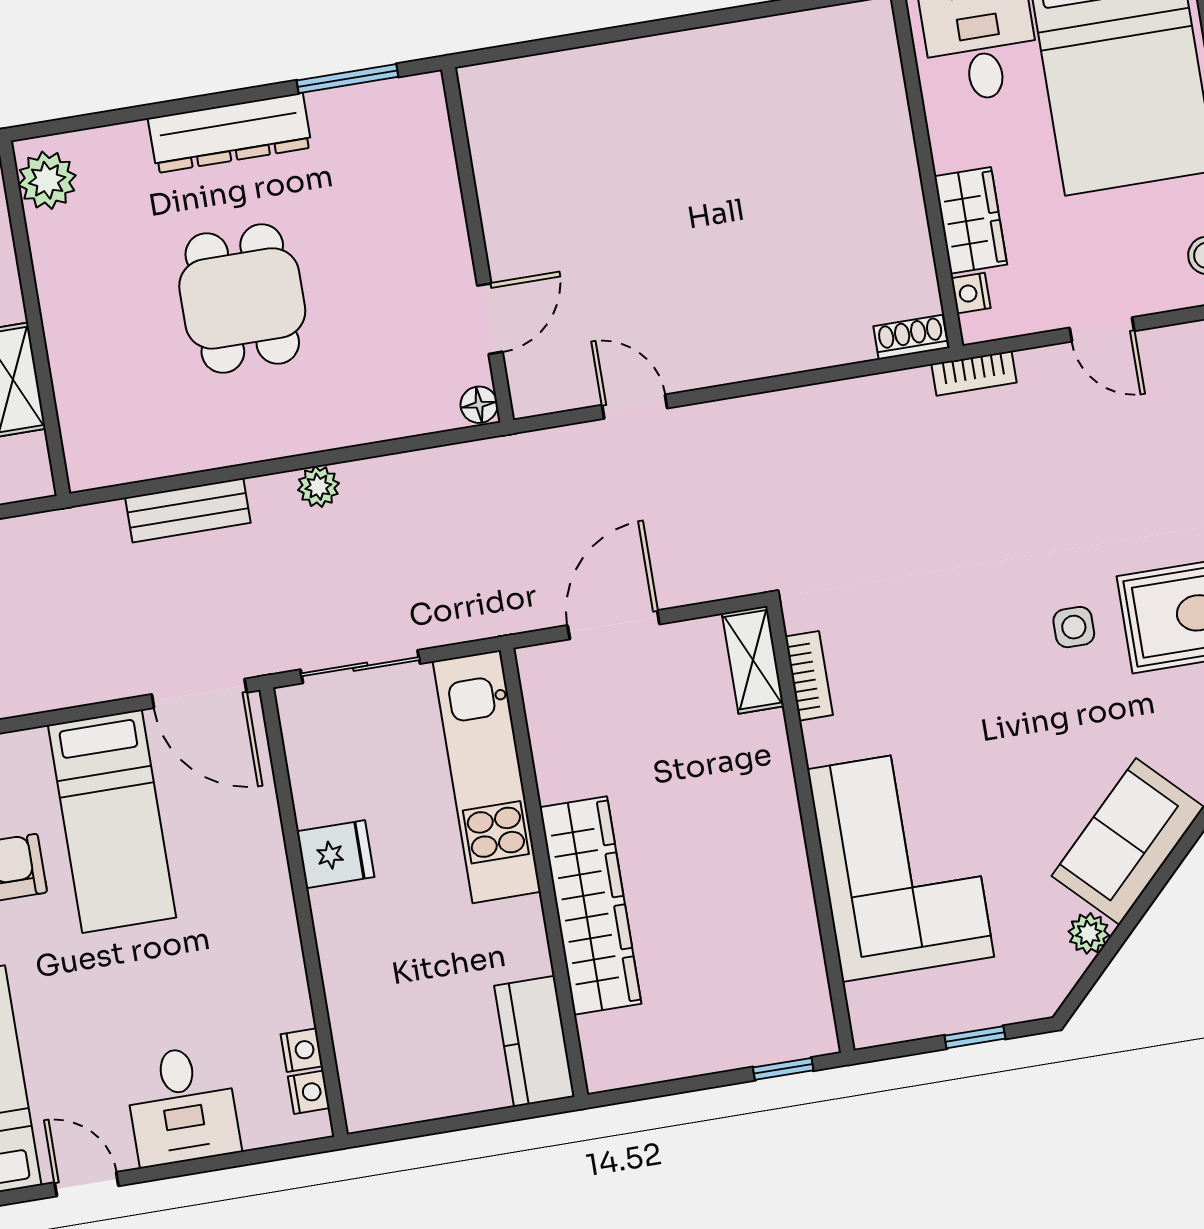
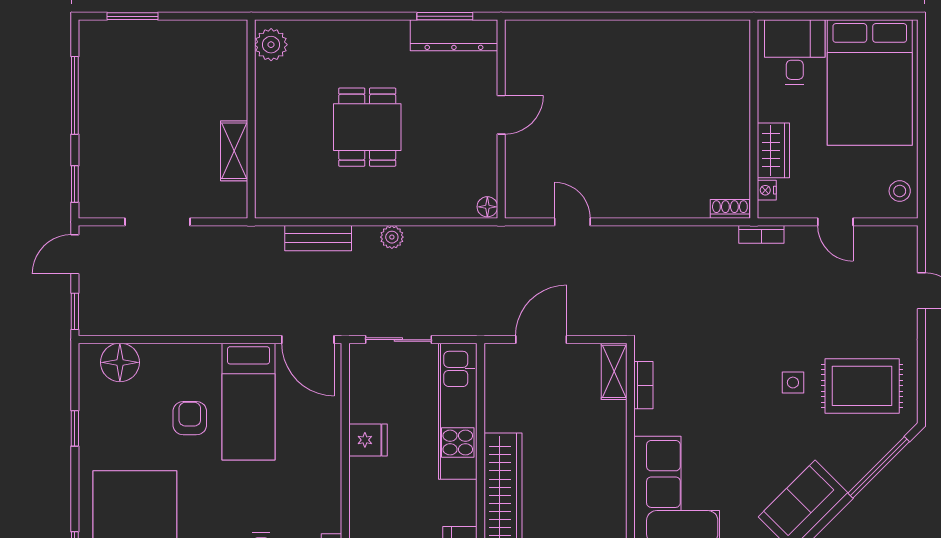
dresser: (230, 133) -> (454, 35), moved
door: (490, 319) -> (501, 115), moved

